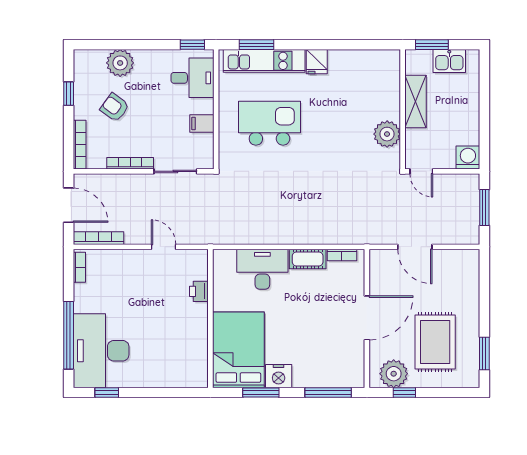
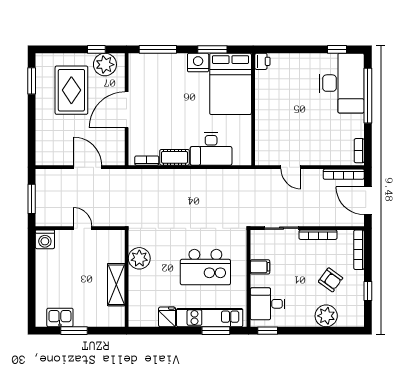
shelving: (415, 101) -> (116, 285), moved
wall: (403, 109) -> (127, 278), moved
plant: (387, 134) -> (139, 258), moved
printer: (199, 291) -> (262, 61), moved

